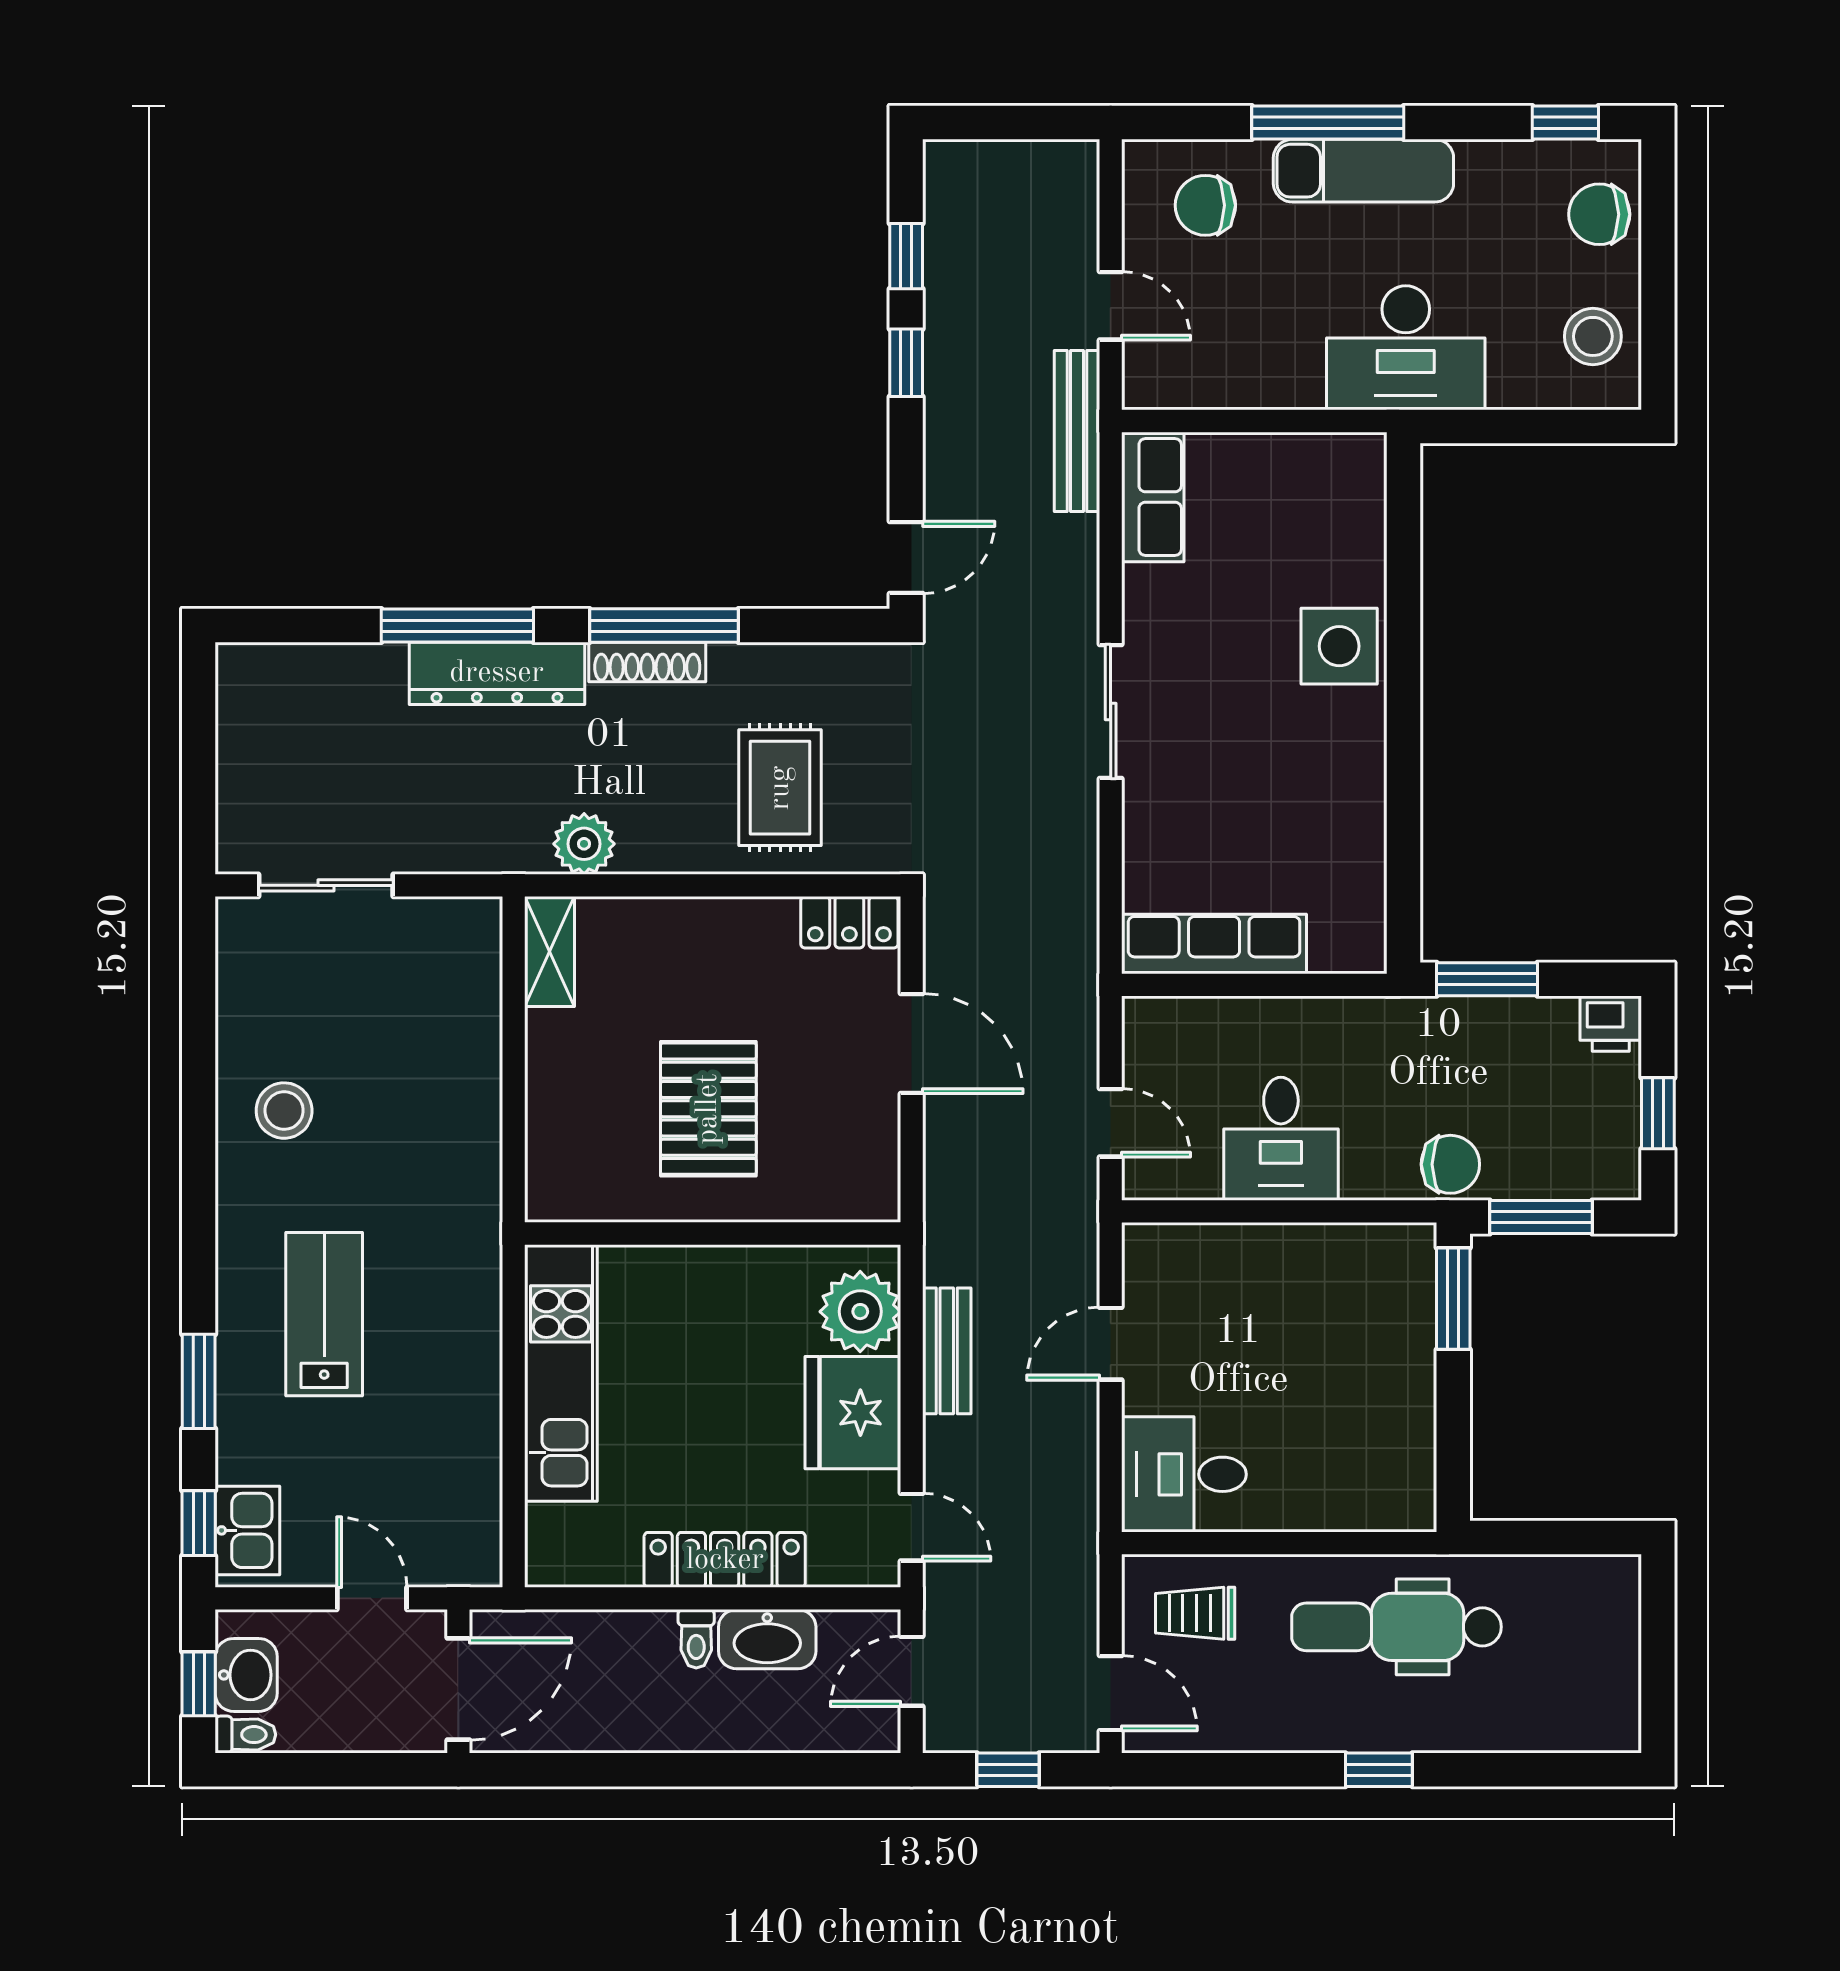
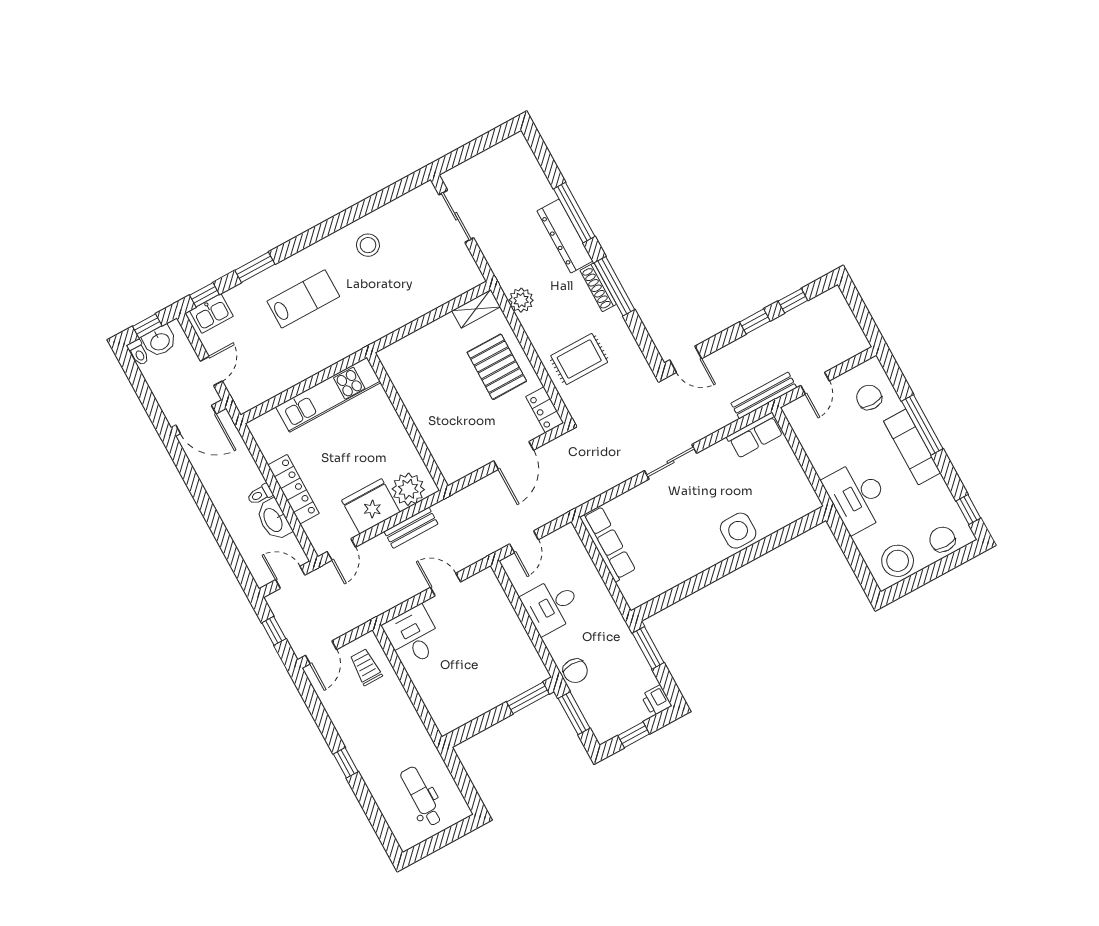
stool: (1593, 336) -> (898, 561), width x1.38, depth x1.38
pallet: (708, 1109) -> (497, 367), moved, turned 90
dental chair: (1396, 1627) -> (421, 796), moved, width x0.73, depth x0.72

